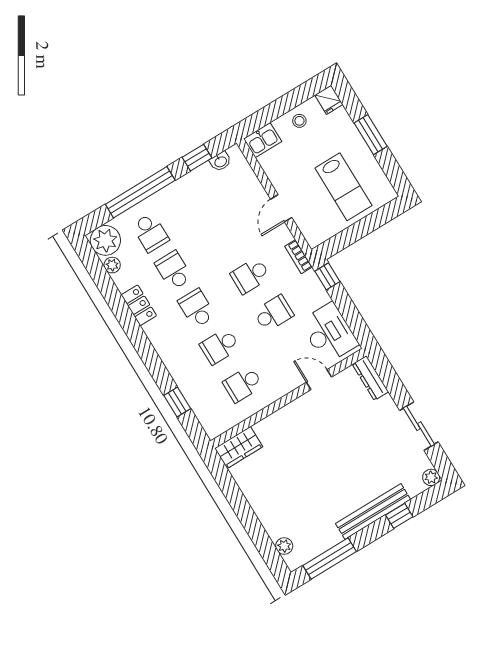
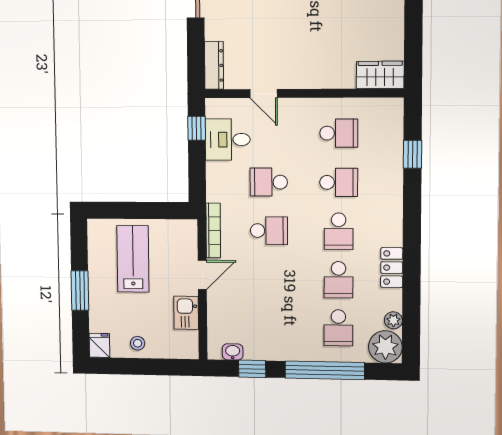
kitchen sink: (263, 140) -> (186, 313), moved, turned -90
school desk: (150, 233) -> (338, 328), turned 180
bookcase: (299, 257) -> (213, 230), width x1.56
window: (327, 276) -> (197, 128), moved
desk: (329, 333) -> (228, 140), width x0.73

